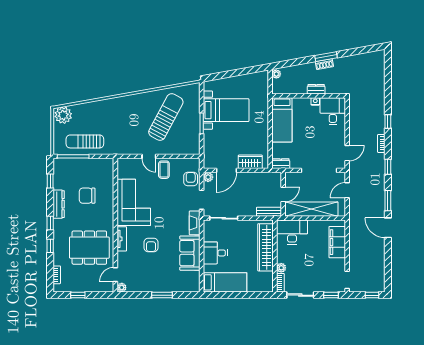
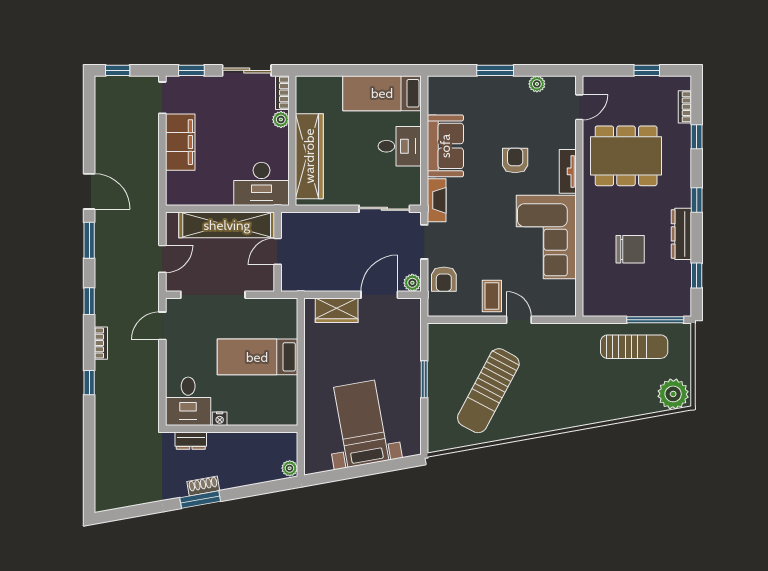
dresser: (316, 89) -> (191, 441), moved
bed with nightstands: (226, 110) -> (361, 424), moved, turned 80
bed: (282, 120) -> (257, 357), moved, turned -90
dresser: (281, 164) -> (282, 307), removed
bench: (269, 212) -> (303, 220), removed
filing cabinet: (337, 242) -> (180, 142), moved
window: (50, 246) -> (697, 137), moved
plant: (122, 288) -> (537, 84), moved

